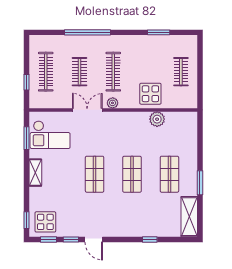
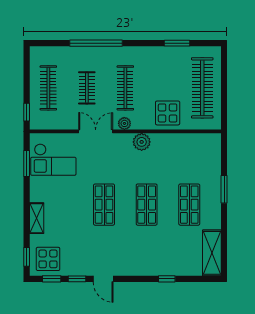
clothes rail: (181, 72) -> (202, 88), width x1.86, depth x1.31
window: (27, 82) -> (27, 112), moved
plant: (157, 119) -> (142, 142), moved
shelving: (35, 173) -> (37, 218), moved
window: (200, 183) -> (224, 189), moved

